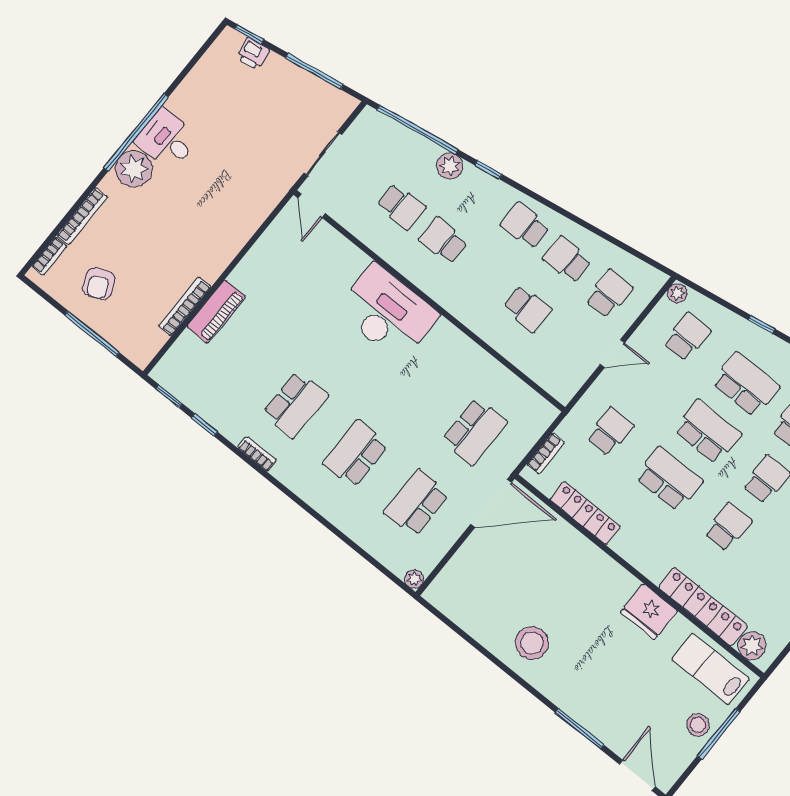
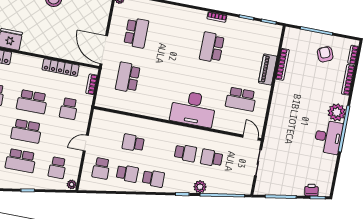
desk: (167, 139) -> (328, 137), width x1.37
school desk: (356, 454) -> (241, 99), moved, turned 90
door: (491, 503) -> (104, 50), hinge flipped

